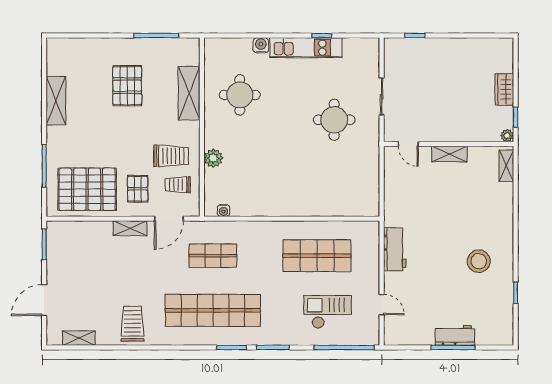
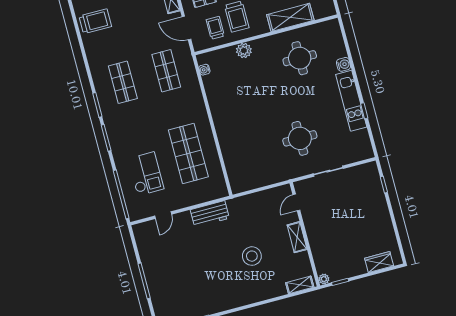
wardrobe: (504, 89) -> (379, 262), moved
stool: (479, 261) -> (252, 256), moved
shop shelf: (213, 310) -> (123, 82), width x0.50, depth x0.74
workbench: (455, 335) -> (154, 280), removed

